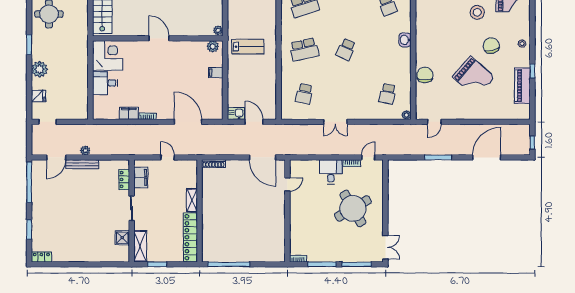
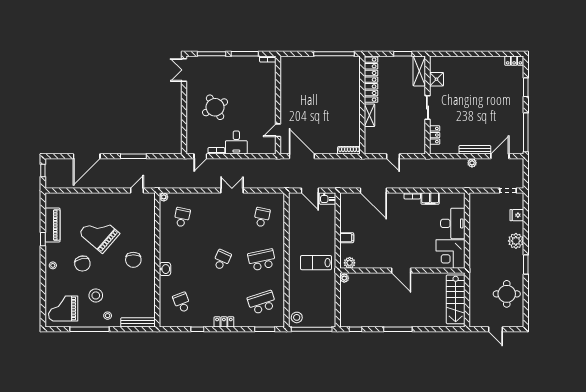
chair: (425, 75) -> (133, 260), moved
desk: (105, 83) -> (453, 223), width x1.37
filing cabinet: (141, 177) -> (419, 137), removed
round table: (353, 208) -> (215, 107), width x0.73, depth x0.73

